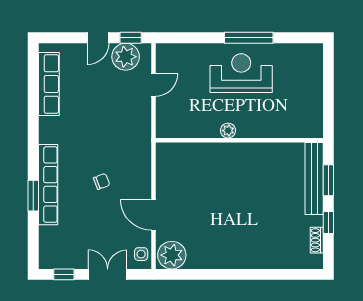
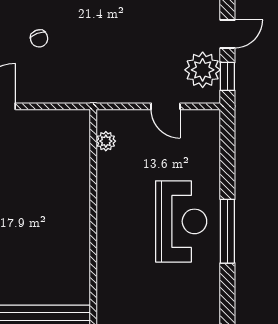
door: (98, 38) -> (227, 34), swing flipped
plant: (228, 131) -> (106, 141), moved

